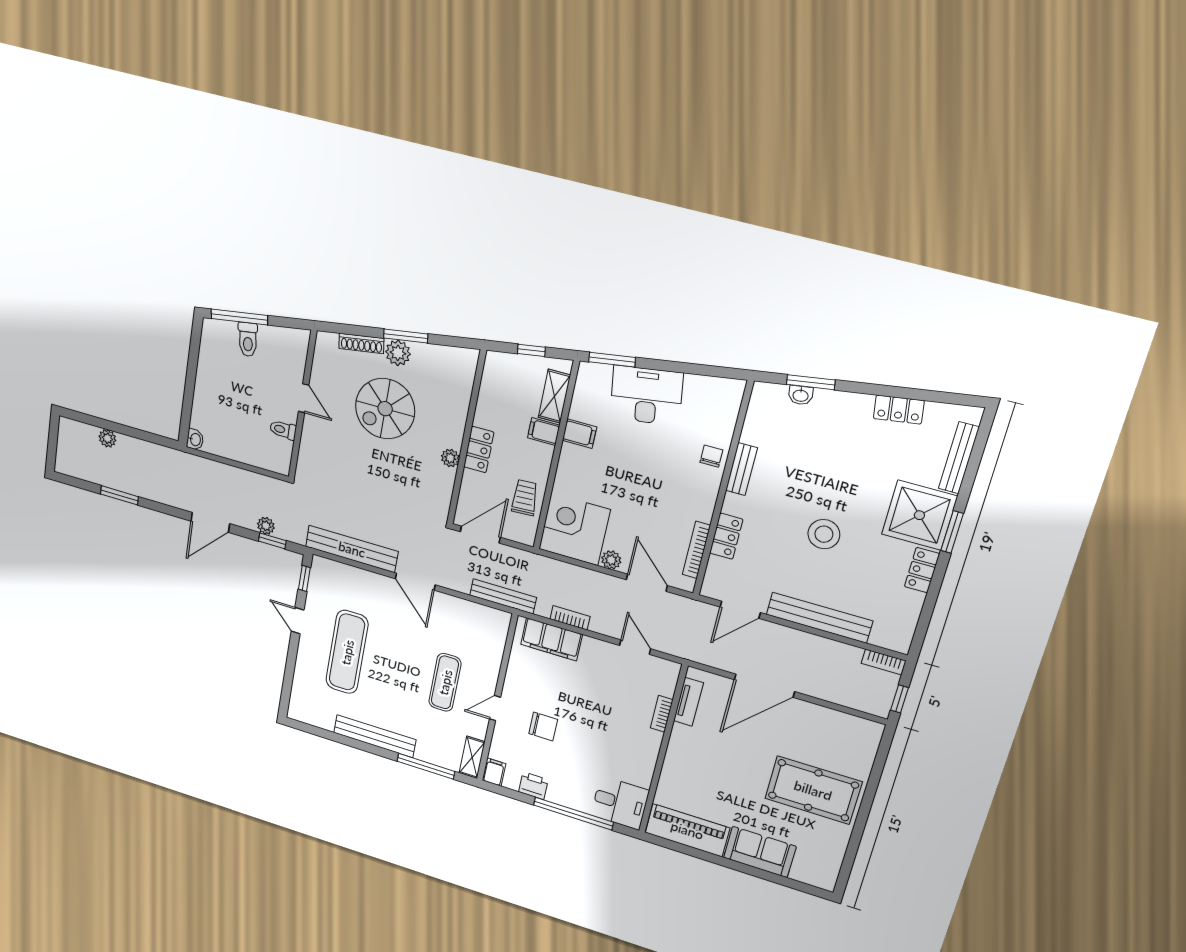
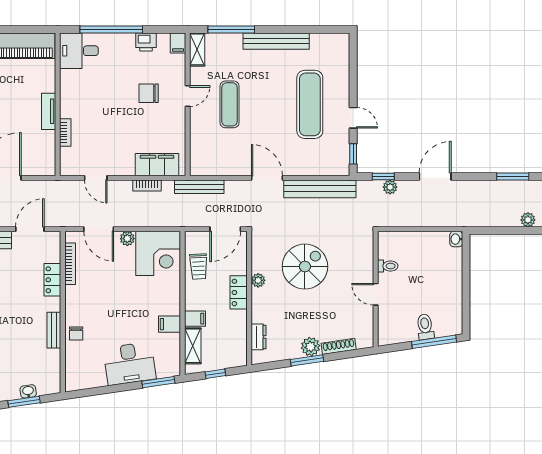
dresser: (464, 384) -> (259, 337), added
spiral stairs: (385, 409) -> (305, 267), moved
tv unit: (688, 702) -> (49, 111), moved

